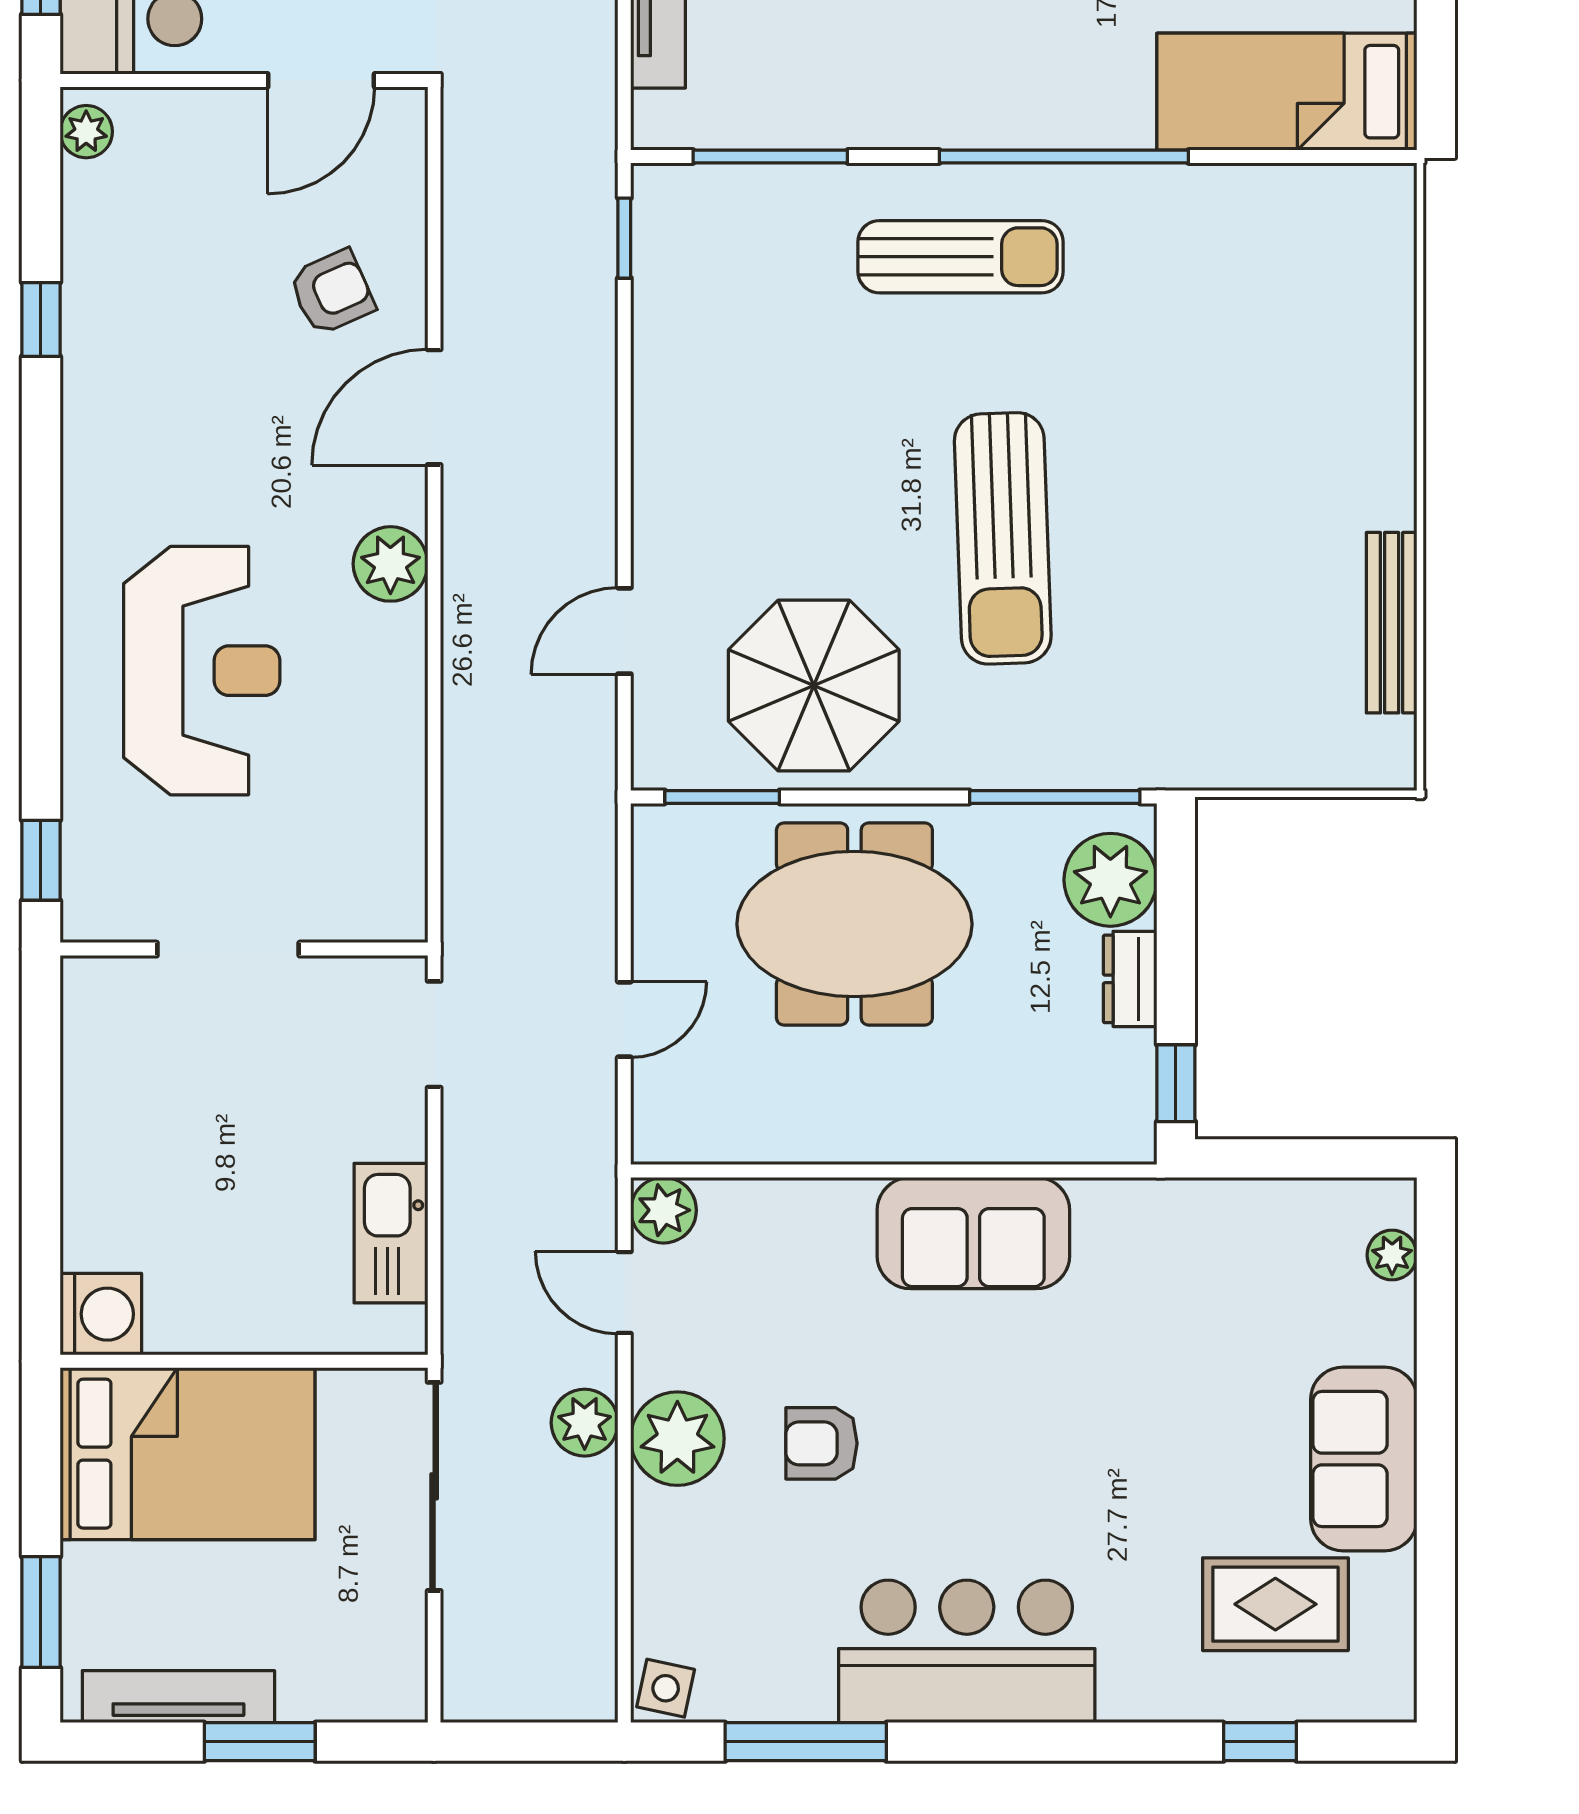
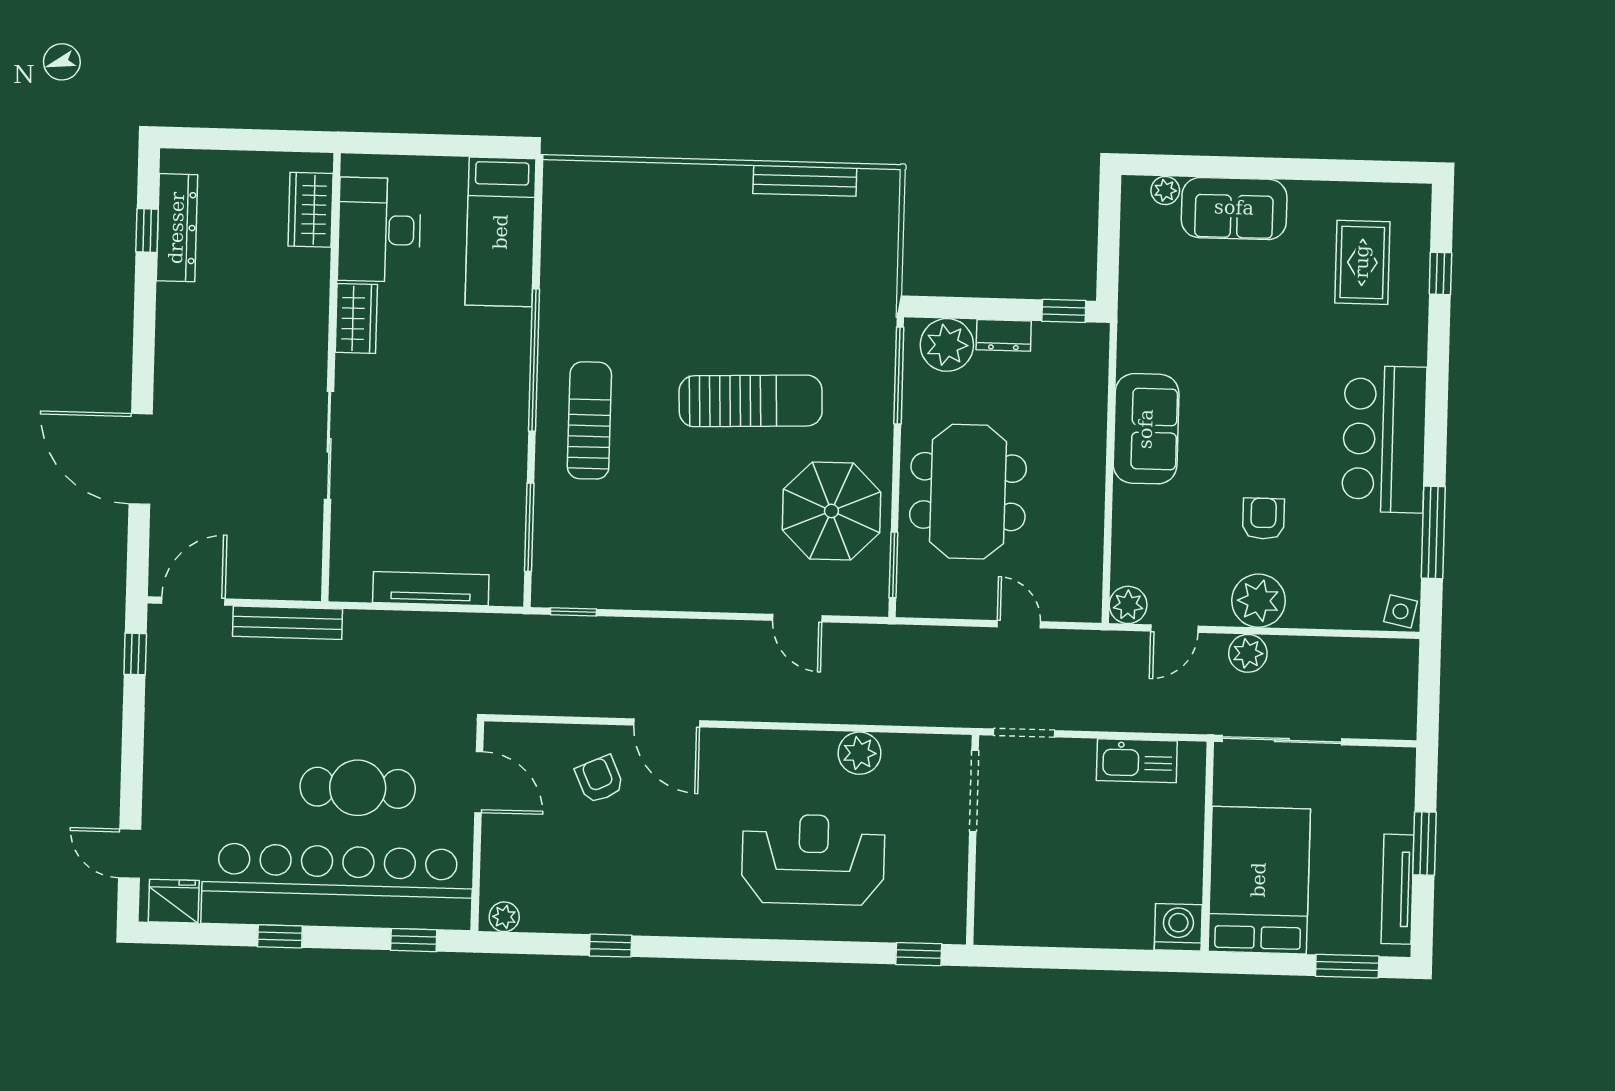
plant: (390, 564) -> (859, 753), moved
doorway: (228, 949) -> (974, 791), moved
armchair: (821, 1443) -> (1263, 519), turned 180
sofa: (1364, 1459) -> (1234, 208), moved

